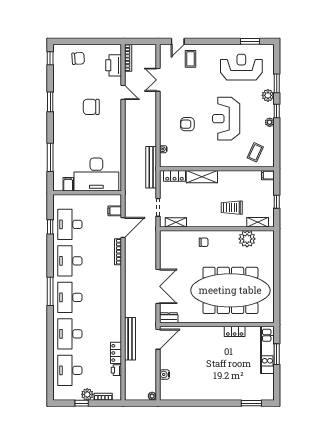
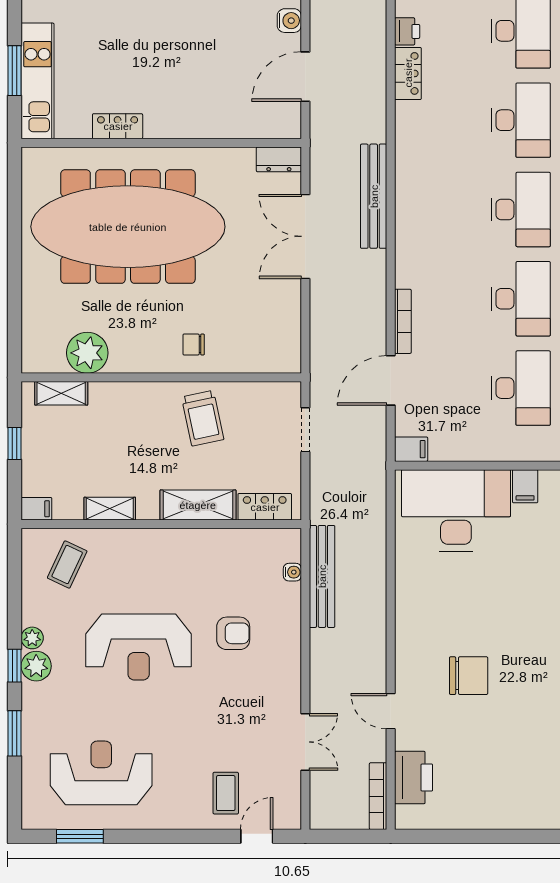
chair: (78, 58) -> (501, 794), removed
reception desk: (241, 67) -> (101, 773), turned 180
plant: (268, 95) -> (36, 666), moved
reception desk: (226, 119) -> (139, 647), turned 90
bench: (151, 167) -> (322, 576), moved
trolley: (232, 208) -> (203, 418), moved, turned 78
filing cabinet: (115, 211) -> (411, 449), moved
shelving: (176, 222) -> (110, 509), moved
bench: (130, 339) -> (374, 196), moved
door: (158, 339) -> (305, 77), moved

